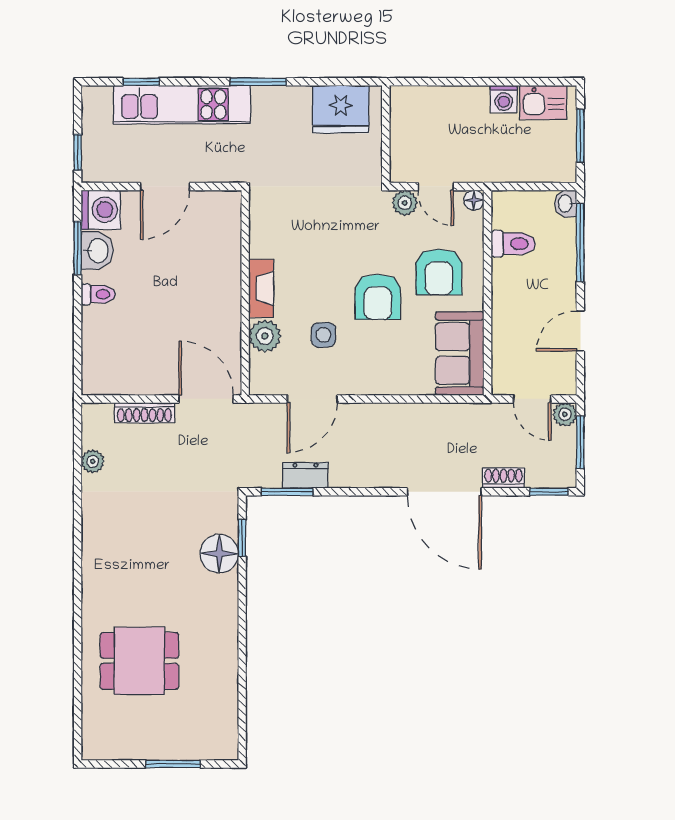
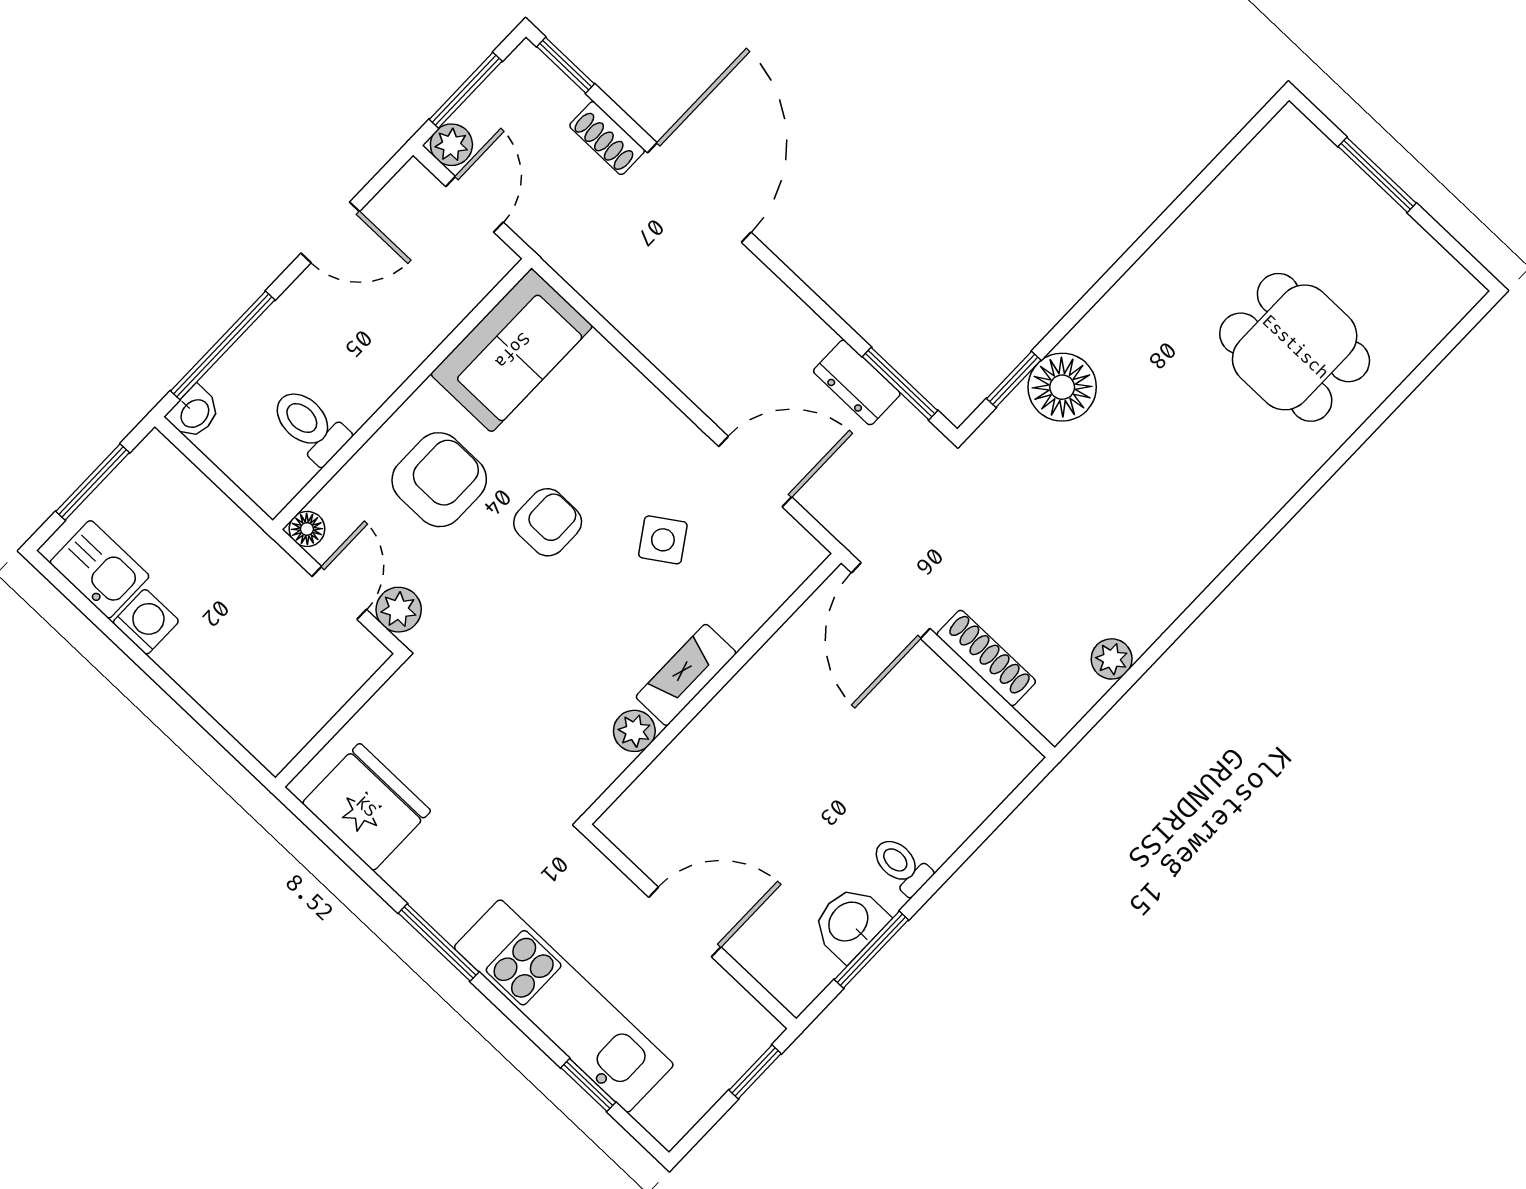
washing machine: (101, 210) -> (795, 970), removed
armchair: (378, 297) -> (548, 522), width x0.72, depth x0.72
side table: (323, 335) -> (663, 540), turned -34
plant: (265, 336) -> (634, 731), moved, width x0.73, depth x0.73

